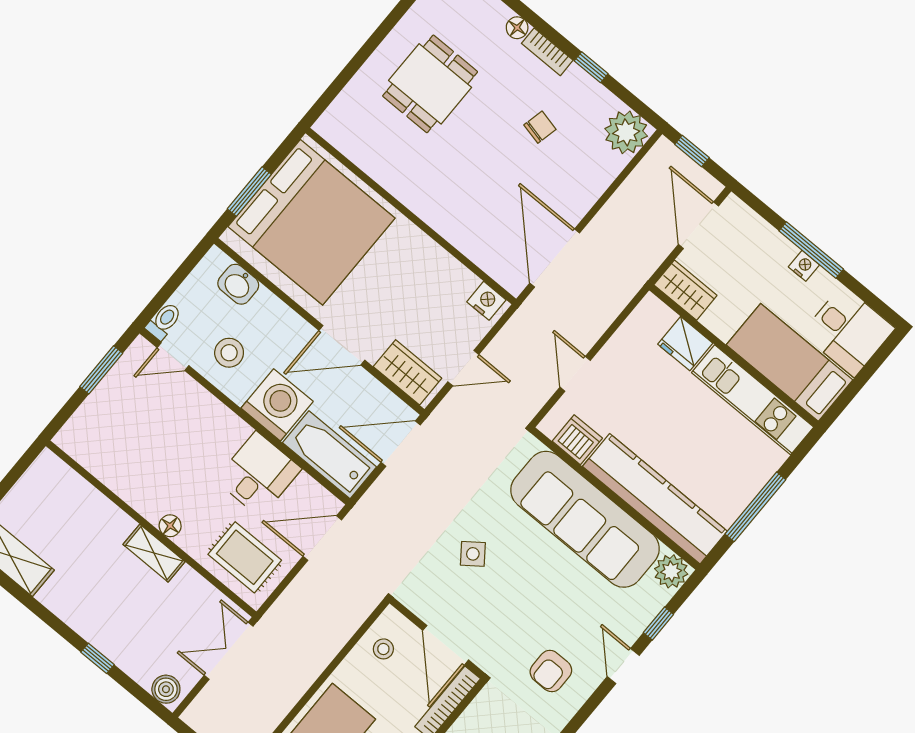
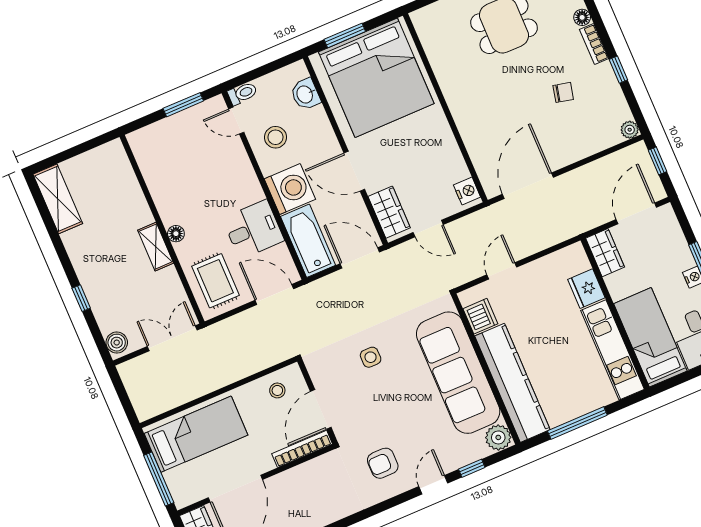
plant: (626, 132) -> (630, 130), width x0.53, depth x0.53
side table: (473, 554) -> (371, 357), turned 37

